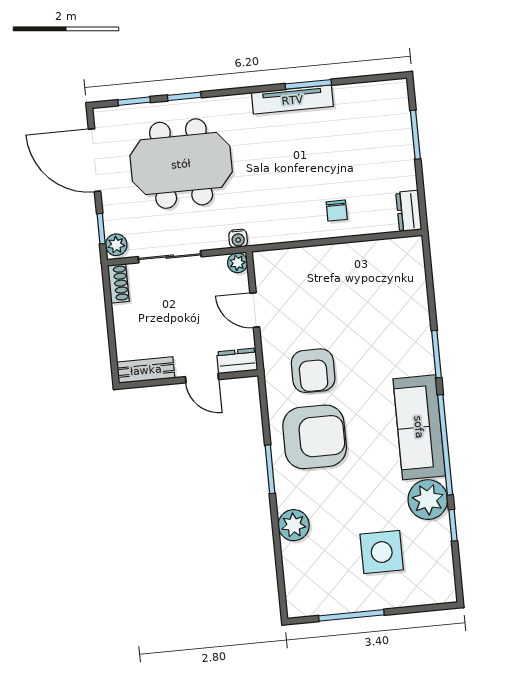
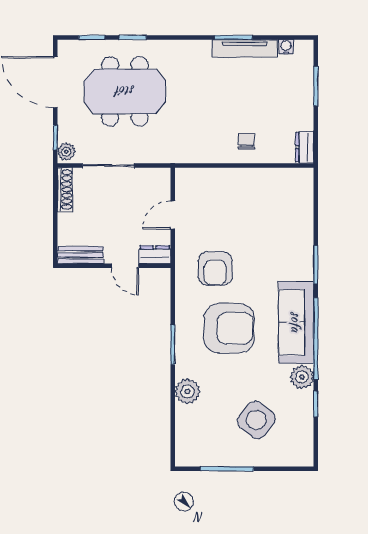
tv unit: (292, 100) -> (245, 48), moved
chair: (337, 211) -> (247, 141), turned 180
water cooler: (238, 238) -> (286, 47), moved, turned 180
plant: (238, 263) -> (163, 176), removed
shoe rack: (118, 283) -> (65, 190), width x1.43
door: (255, 310) -> (173, 215), hinge flipped
armchair: (315, 437) -> (229, 328), moved
plant: (428, 500) -> (302, 377), width x0.73, depth x0.73
side table: (382, 552) -> (256, 420), turned 38

